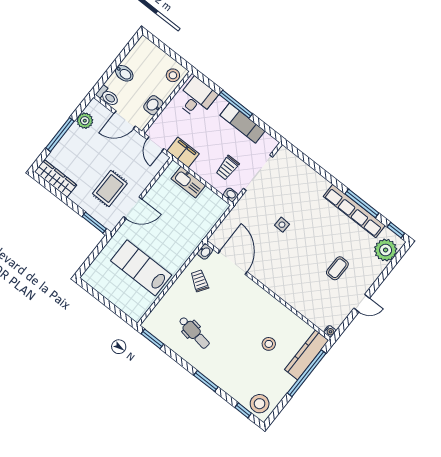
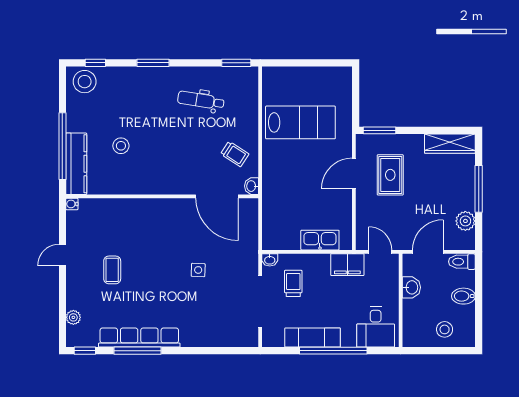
stool: (173, 75) -> (445, 329), moved
window: (236, 104) -> (333, 351), width x1.46
plant: (386, 250) -> (73, 317), width x0.53, depth x0.53

